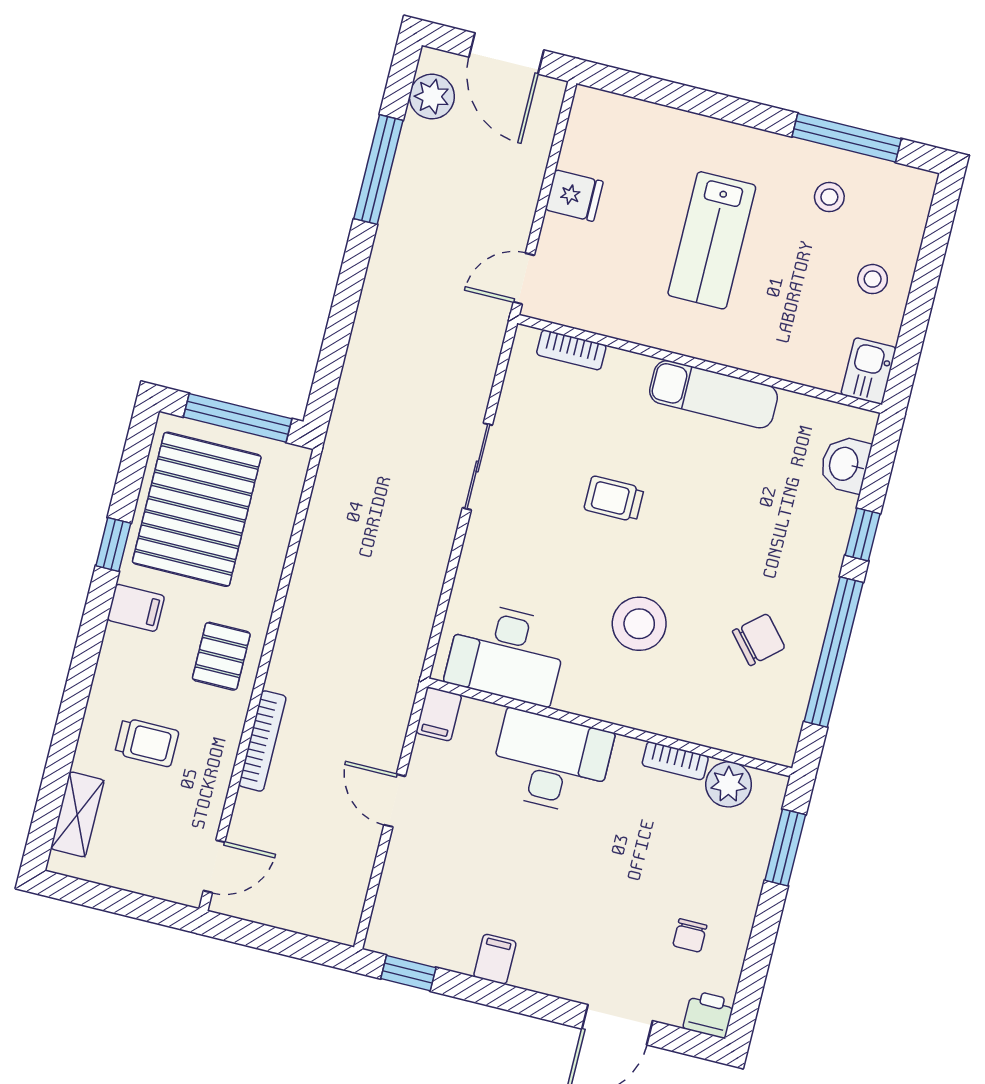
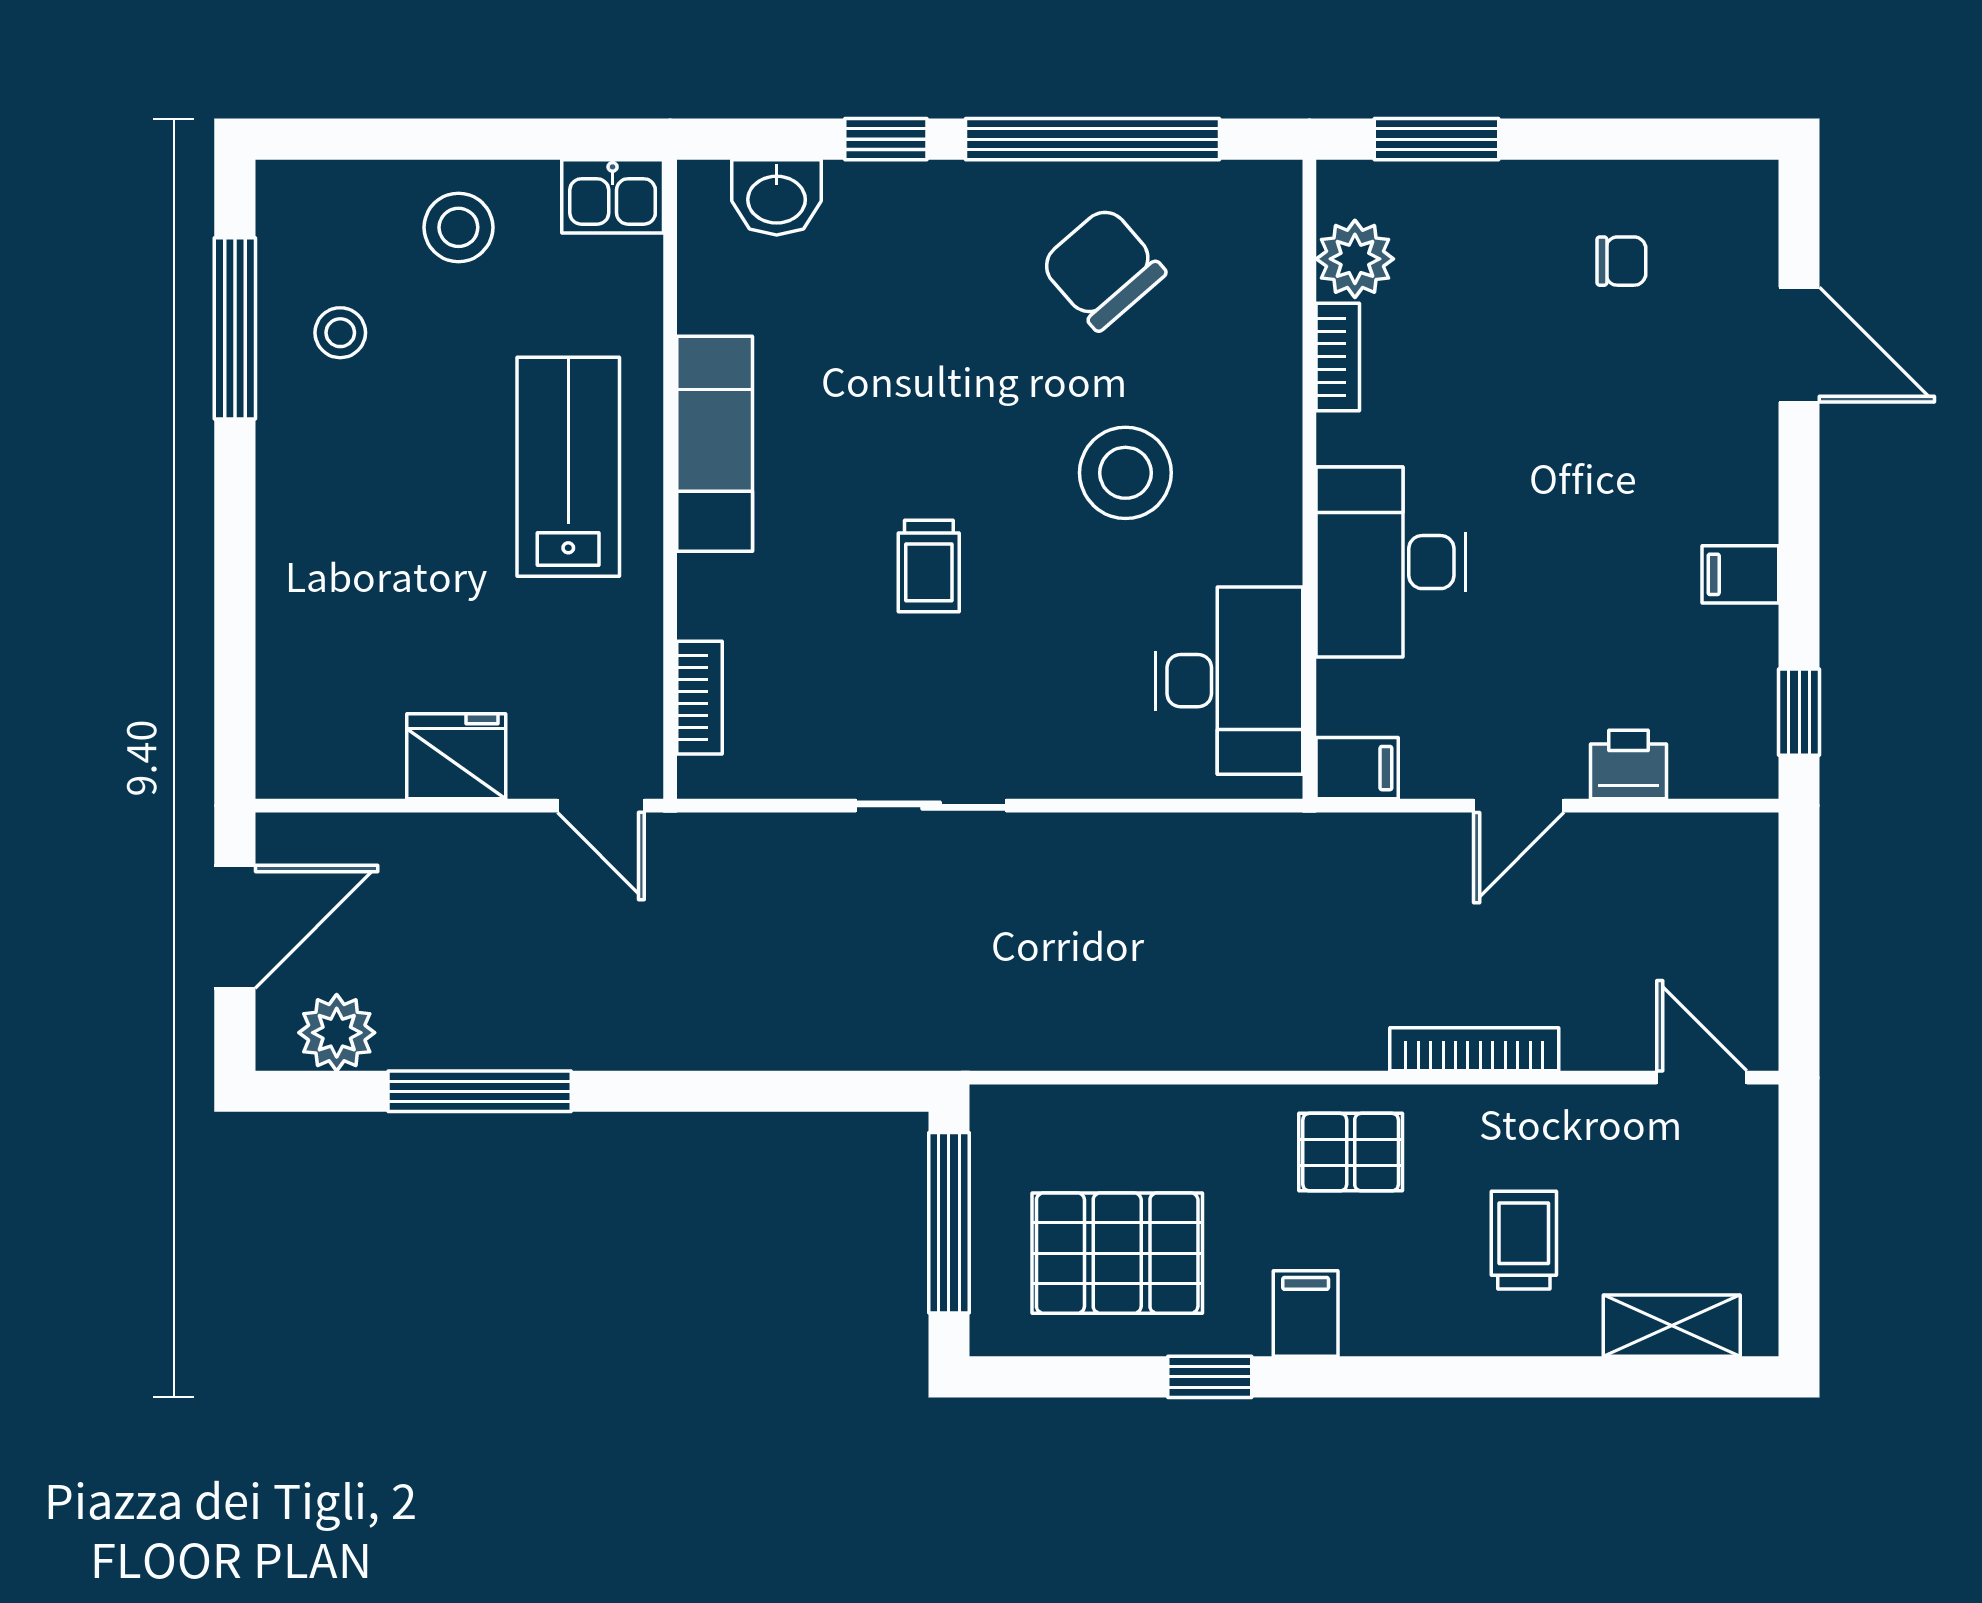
fridge: (574, 196) -> (456, 756), width x1.38
lab bench: (712, 240) -> (568, 467), moved, turned -90
stool: (873, 279) -> (458, 227), width x1.37, depth x1.37
pallet: (197, 509) -> (1117, 1253), width x0.73, depth x0.71
chair: (759, 640) -> (1103, 268), width x1.37, depth x1.37
printer: (709, 1014) -> (1628, 764), moved, turned 90

